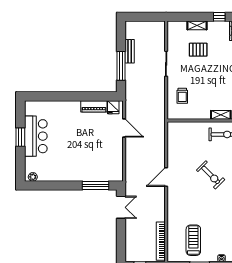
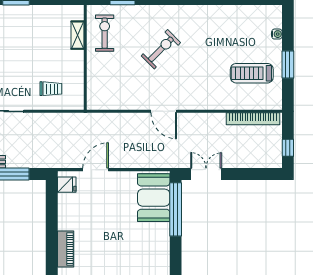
piano: (94, 106) -> (66, 249), moved
booth: (104, 170) -> (154, 198), added
window: (95, 185) -> (176, 209), width x1.46

